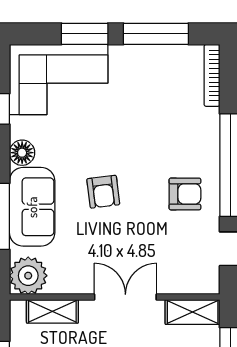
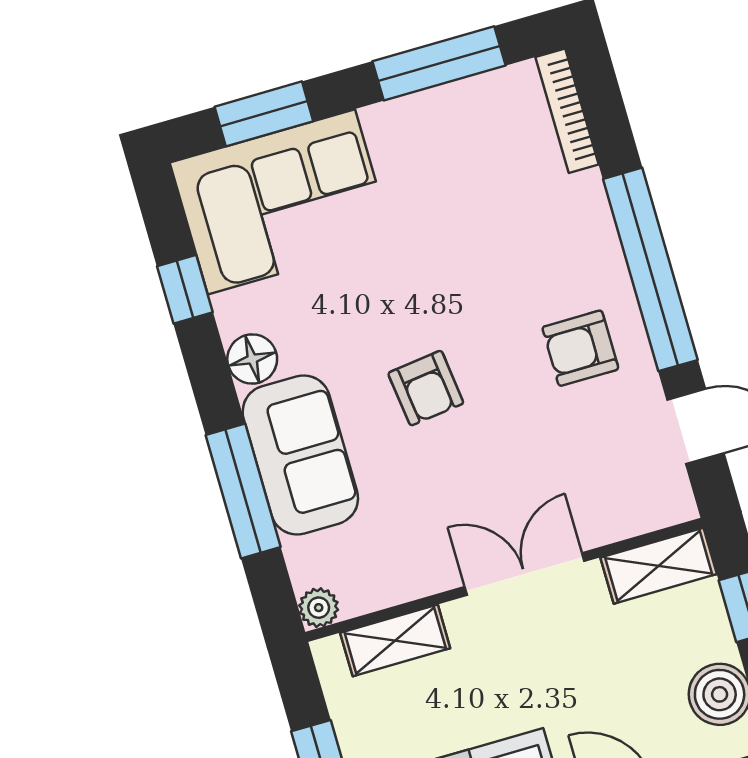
window: (85, 34) -> (264, 114), moved
armchair: (185, 194) -> (580, 348), turned 180
plant: (28, 276) -> (319, 608), width x0.53, depth x0.53

